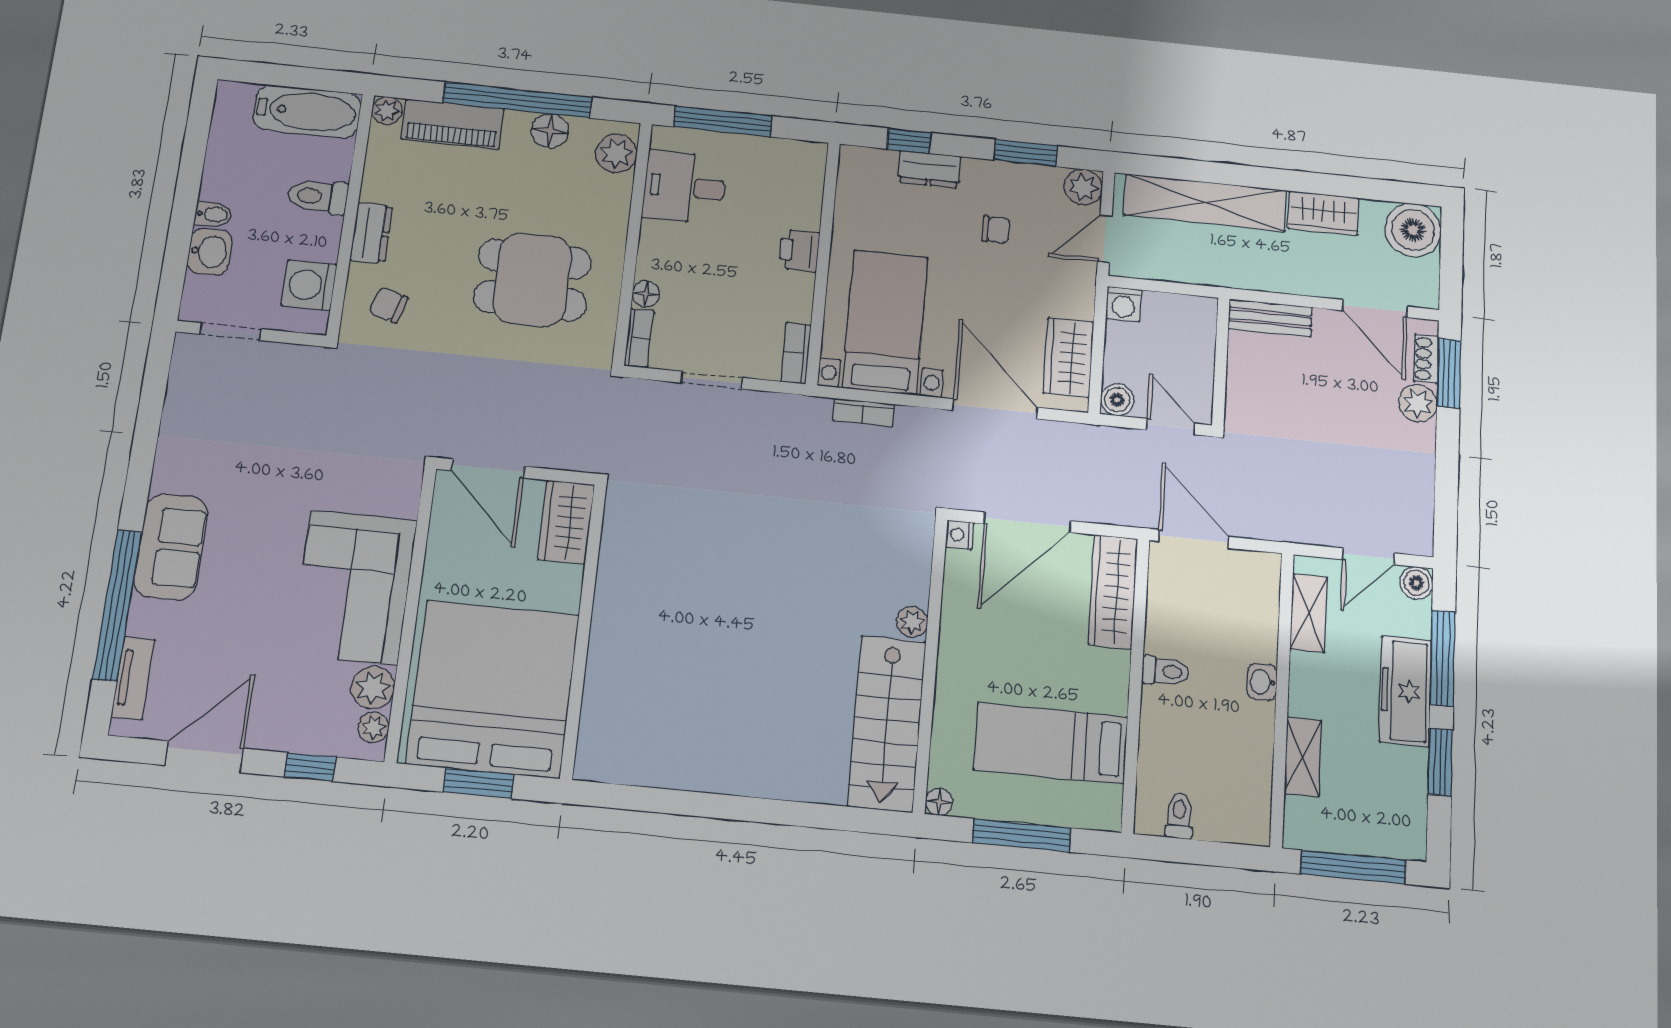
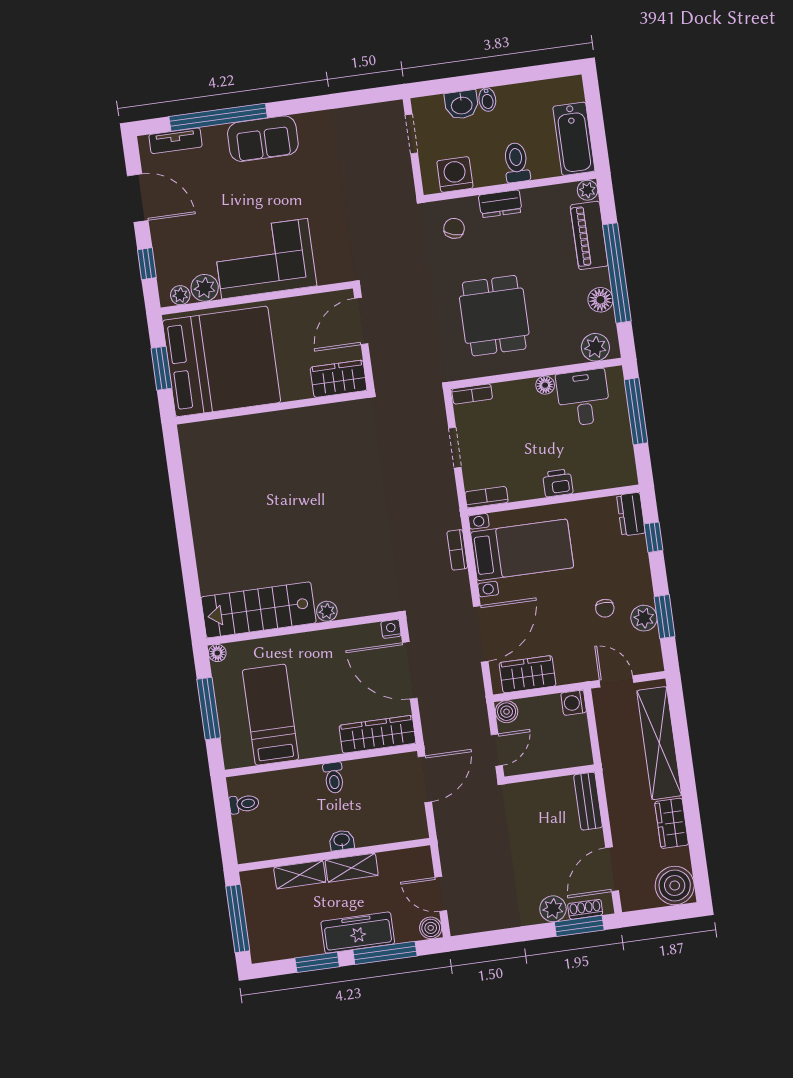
dresser: (929, 169) -> (631, 514), moved
plant: (1083, 187) -> (644, 618), moved
floor lamp: (646, 294) -> (545, 385), moved
shelving: (1309, 613) -> (352, 868), moved

